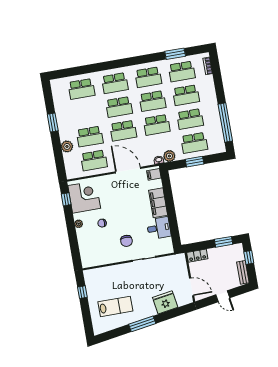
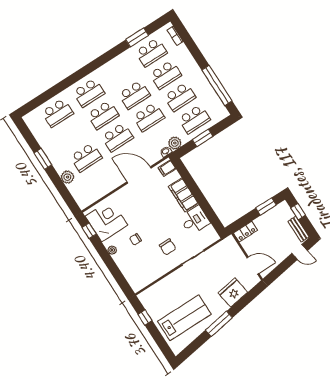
school desk: (148, 77) -> (120, 73), removed
school desk: (94, 160) -> (101, 180), removed
door: (223, 296) -> (300, 252), moved
lab bench: (115, 306) -> (184, 318), width x1.36, depth x1.39

